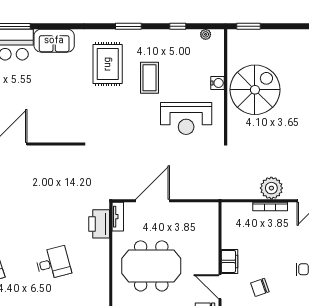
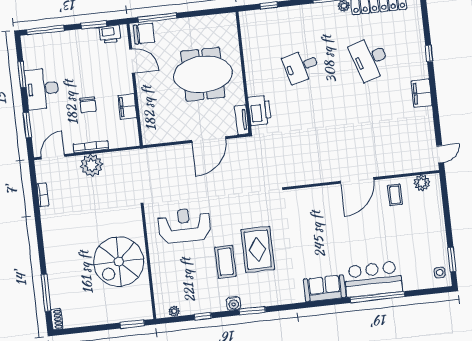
rug: (108, 64) -> (258, 249), moved
water cooler: (217, 83) -> (234, 303), moved, turned -90
filing cabinet: (229, 261) -> (127, 107), moved
chair: (260, 287) -> (88, 105), moved, turned 109

